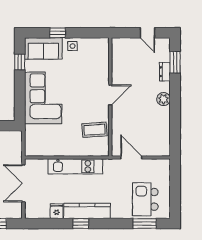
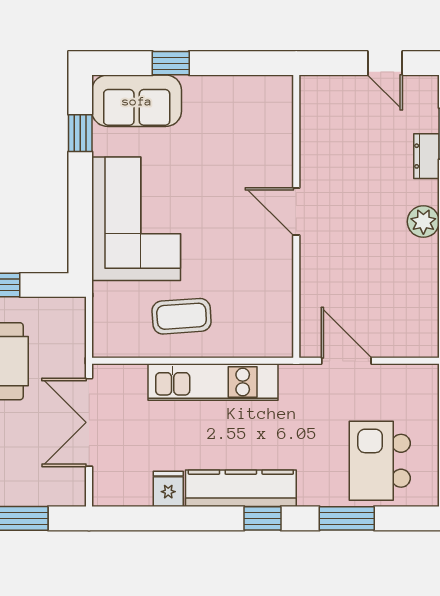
side table: (73, 46) -> (206, 95), removed
door: (110, 95) -> (296, 211), swing flipped
coffee table: (94, 130) -> (182, 316), moved
window: (81, 224) -> (263, 518), moved
window: (145, 224) -> (347, 518), moved

